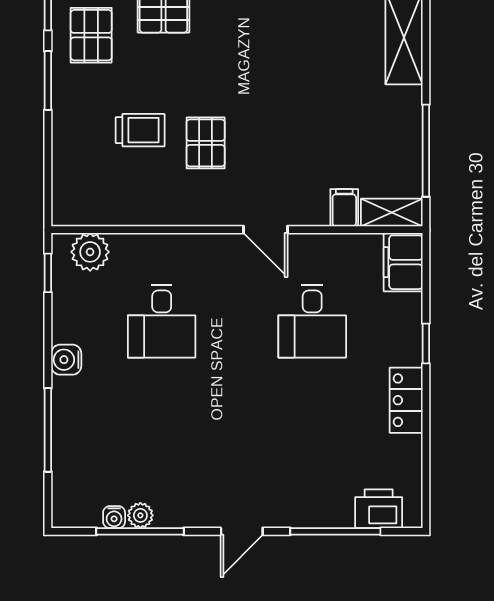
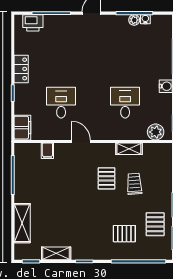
trolley: (140, 130) -> (134, 184), turned 86
shelving: (392, 212) -> (129, 149), moved

